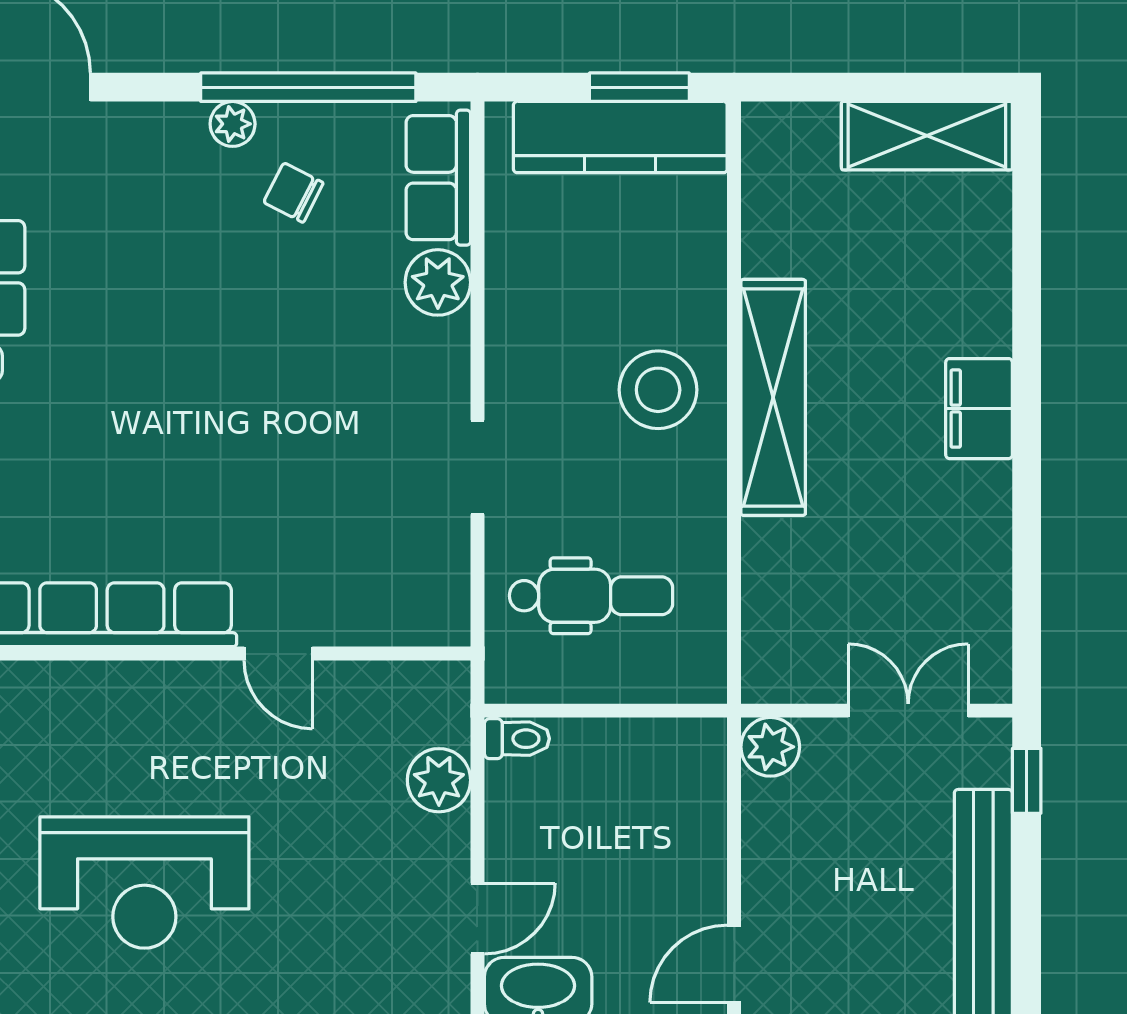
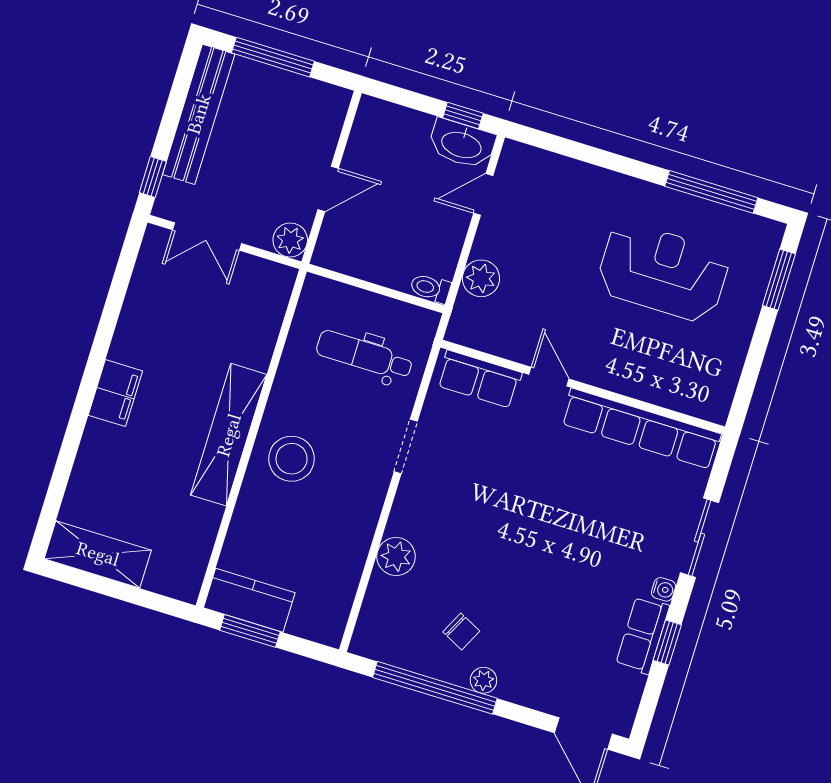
kitchen counter: (620, 137) -> (249, 600), width x0.67
row of seats: (438, 178) -> (479, 379), moved, turned 90
door: (734, 964) -> (328, 189), moved

